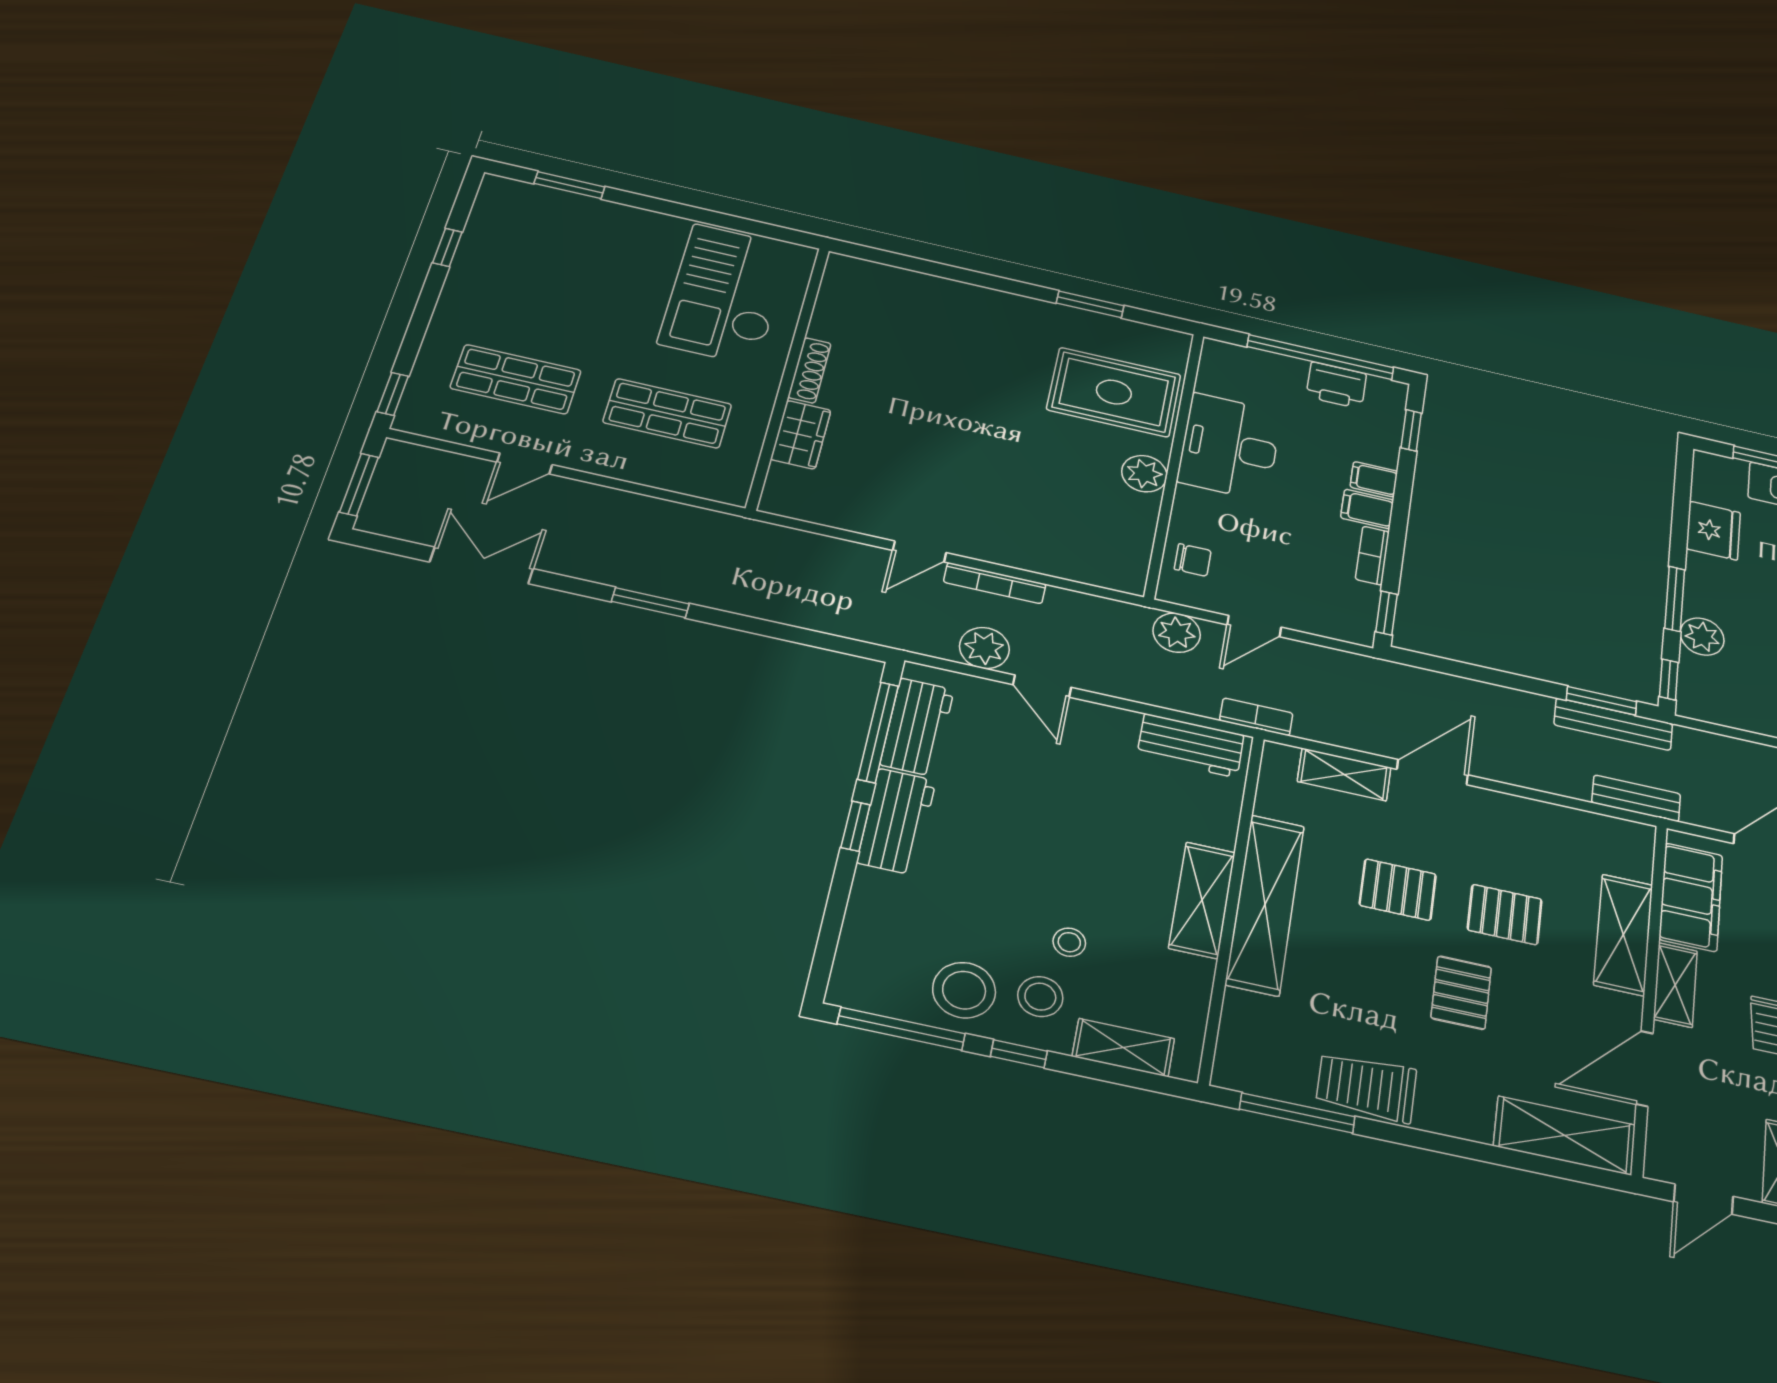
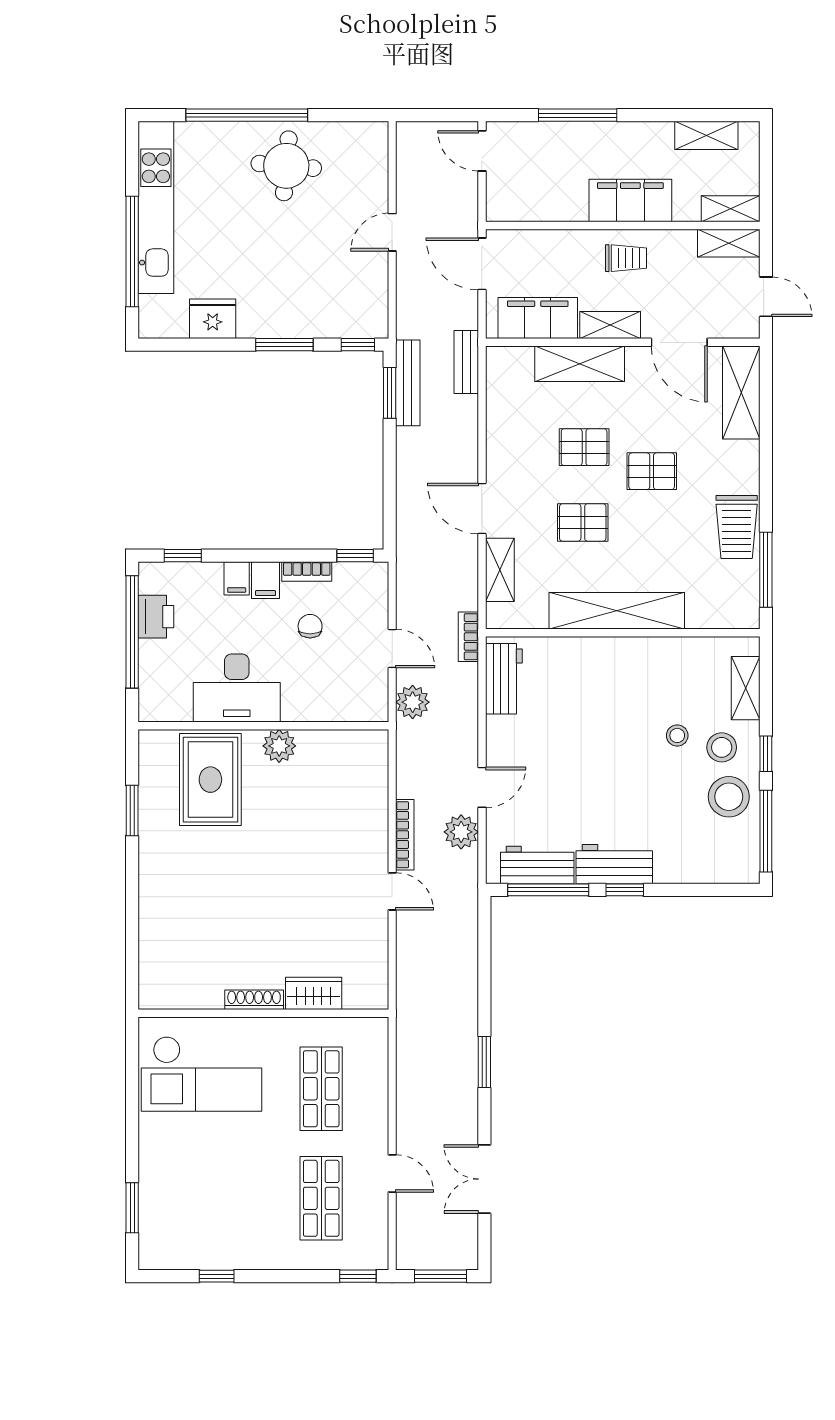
chair: (1193, 560) -> (310, 626), moved
plant: (1702, 637) -> (313, 322), removed
pallet: (1398, 890) -> (583, 522), turned 90
shelving: (1202, 900) -> (624, 653), removed
pallet: (1505, 915) -> (584, 447), turned 90

